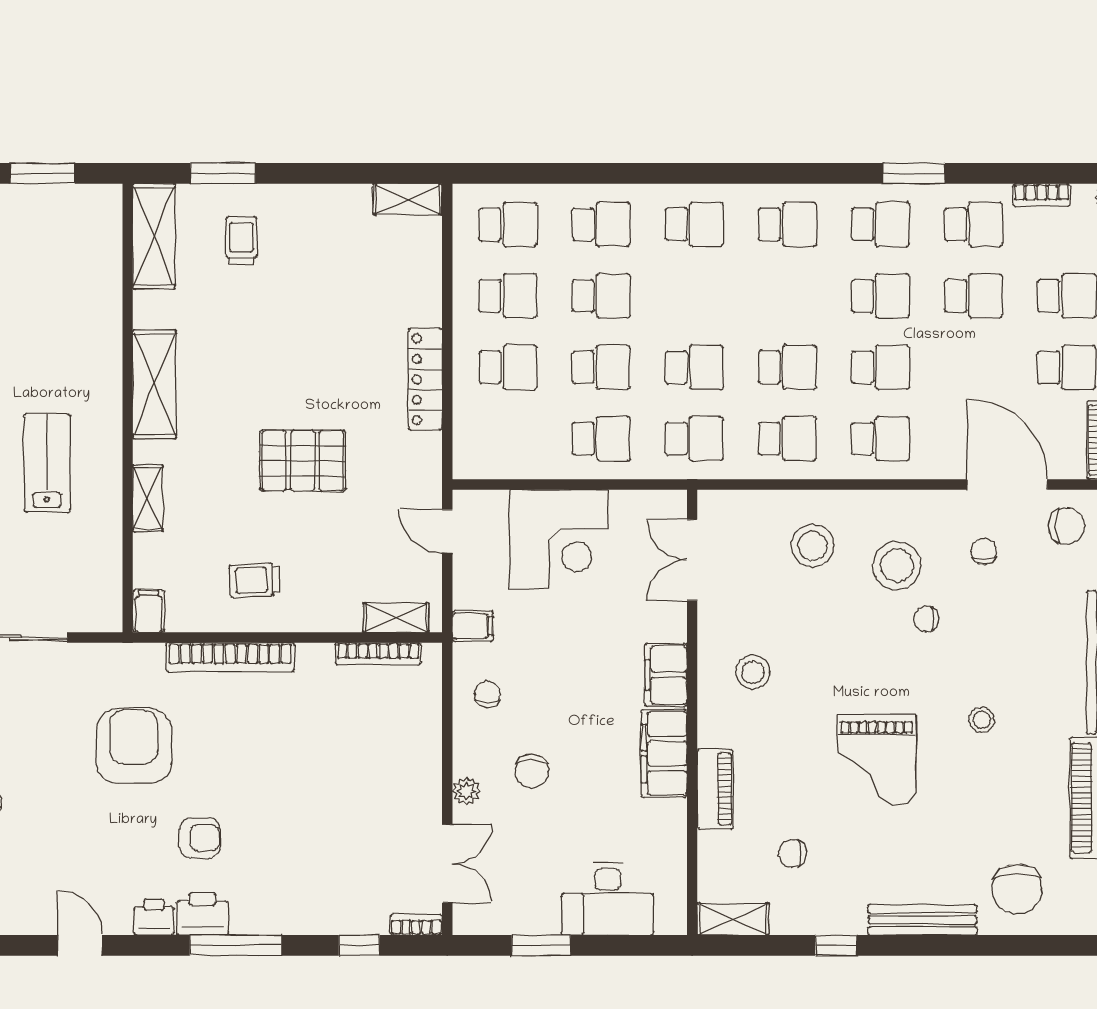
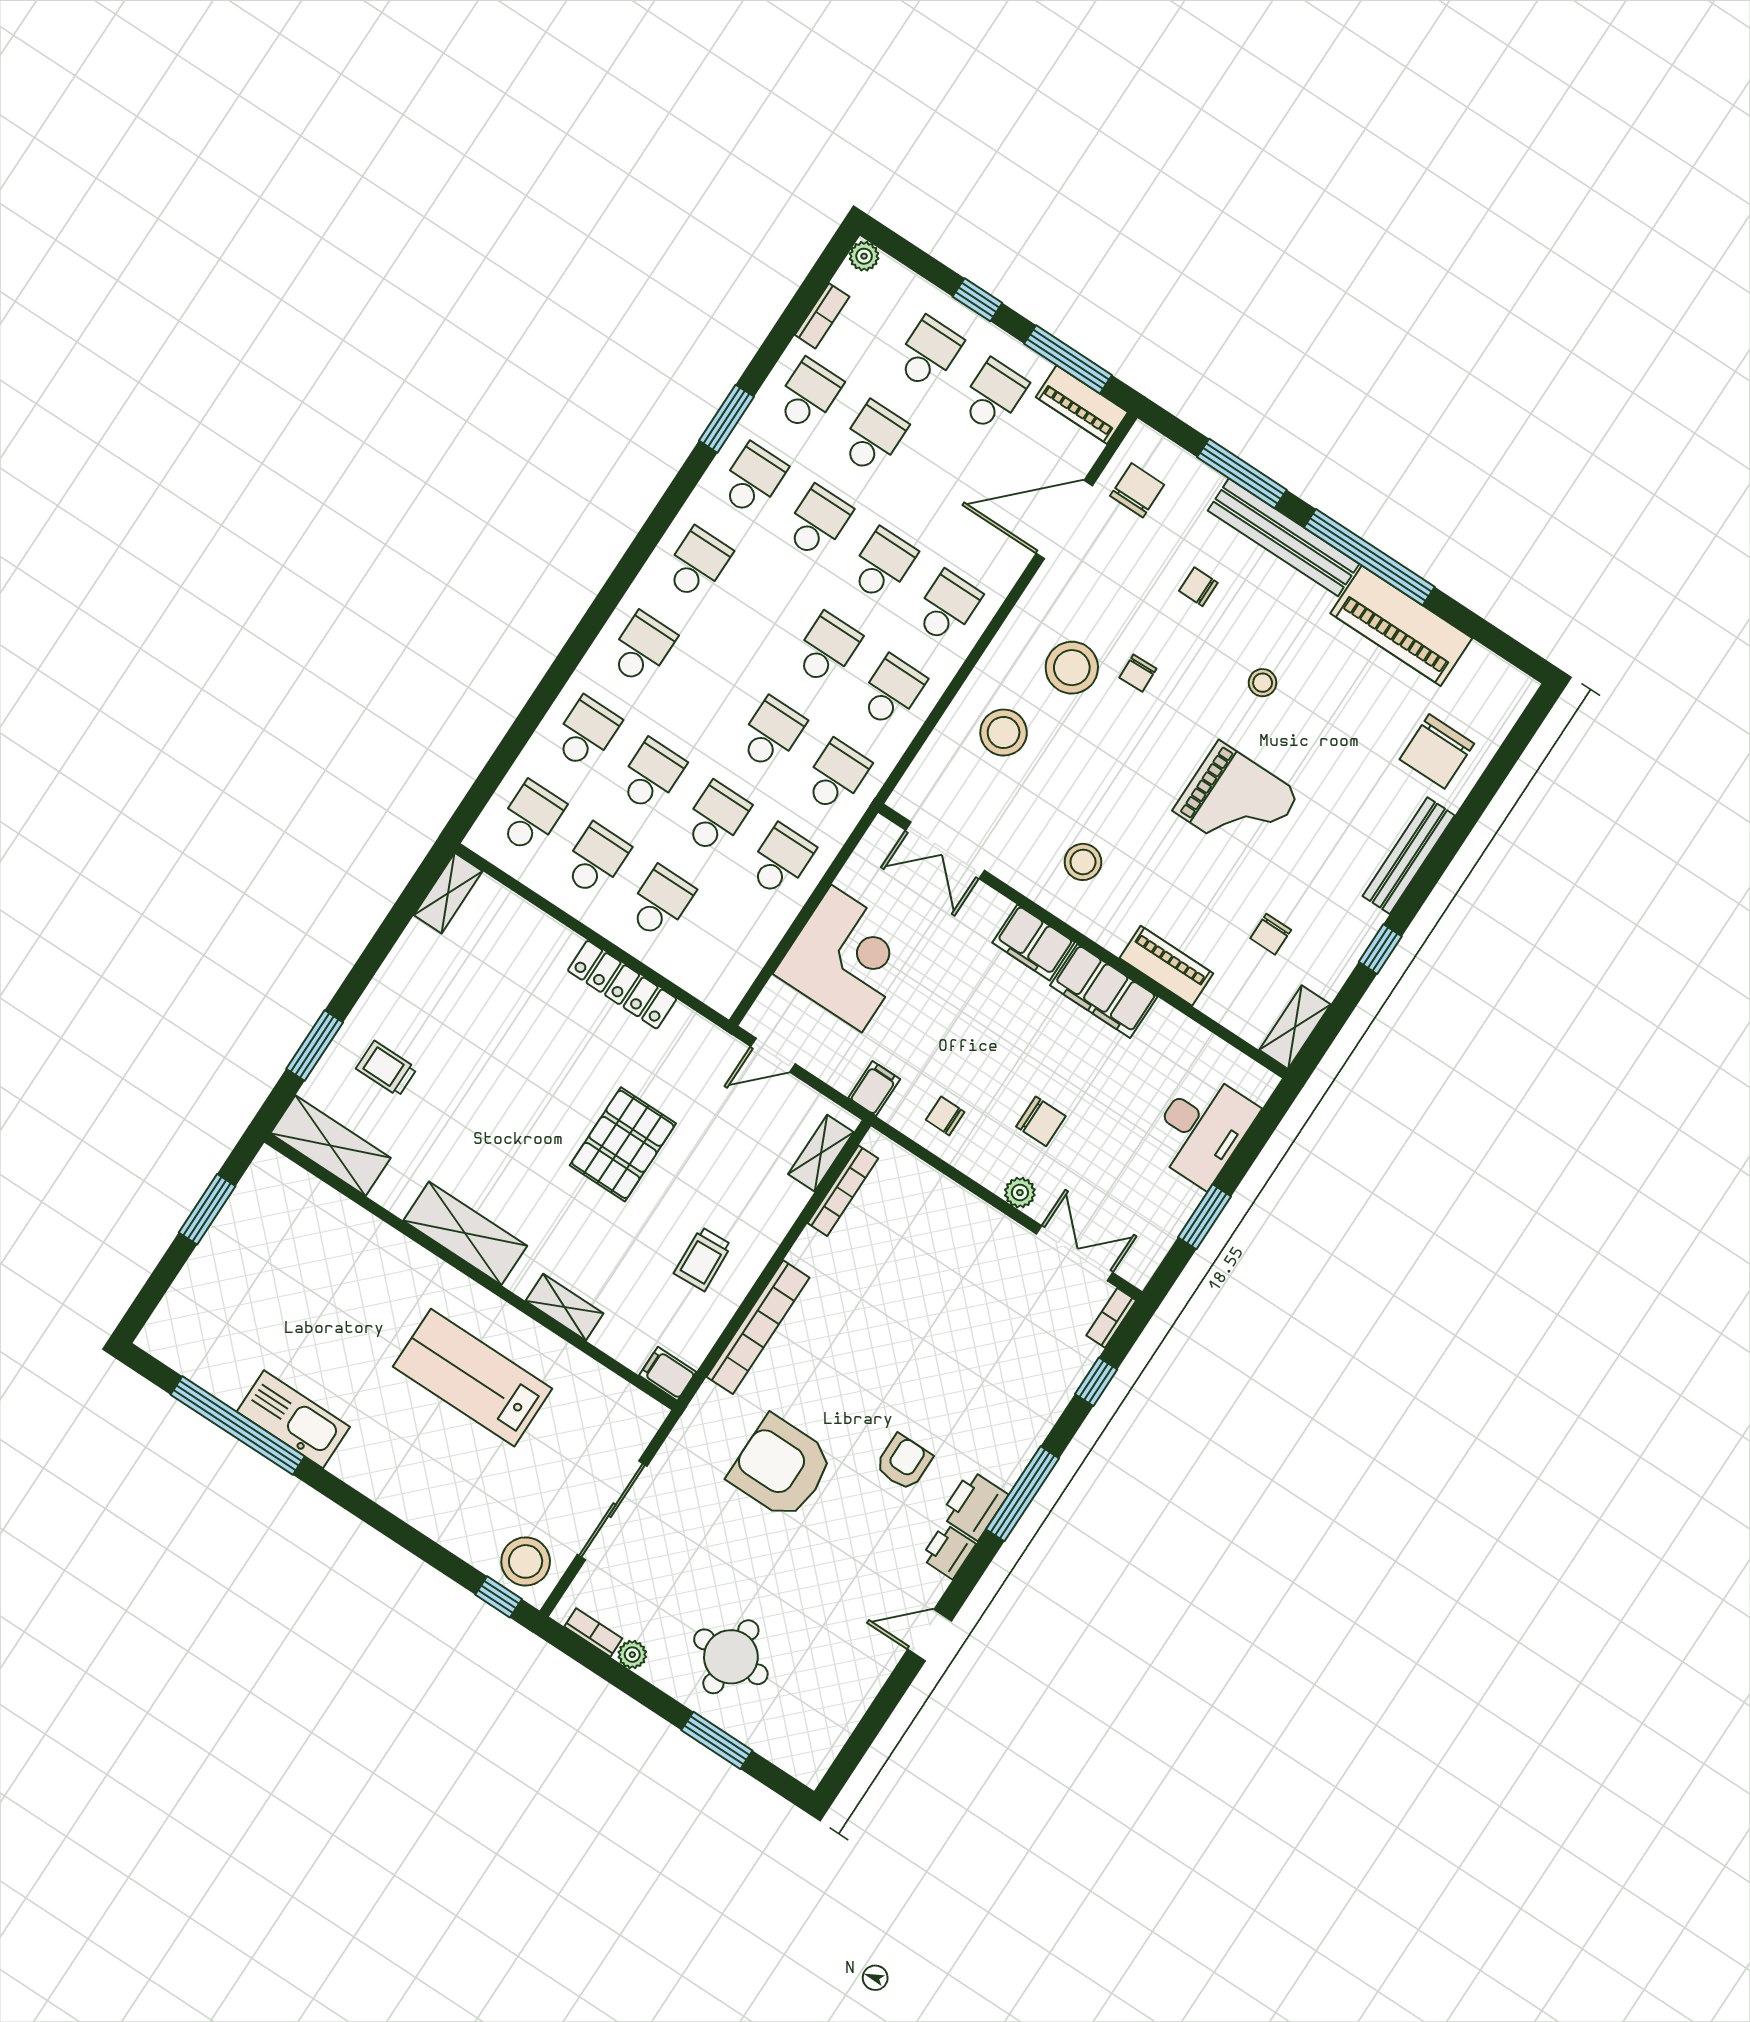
lab bench: (47, 463) -> (473, 1378), width x1.36, depth x1.39
chair: (984, 551) -> (1198, 587), moved
chair: (1017, 889) -> (1437, 751), turned 90

